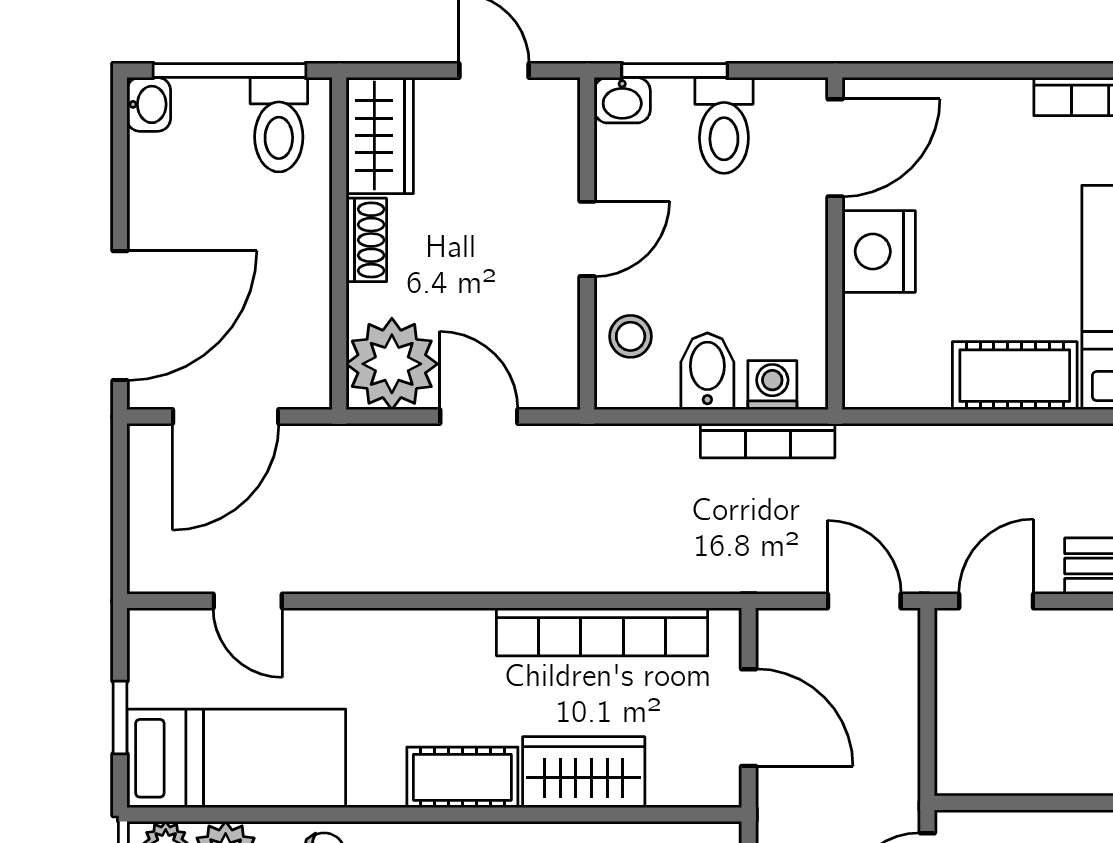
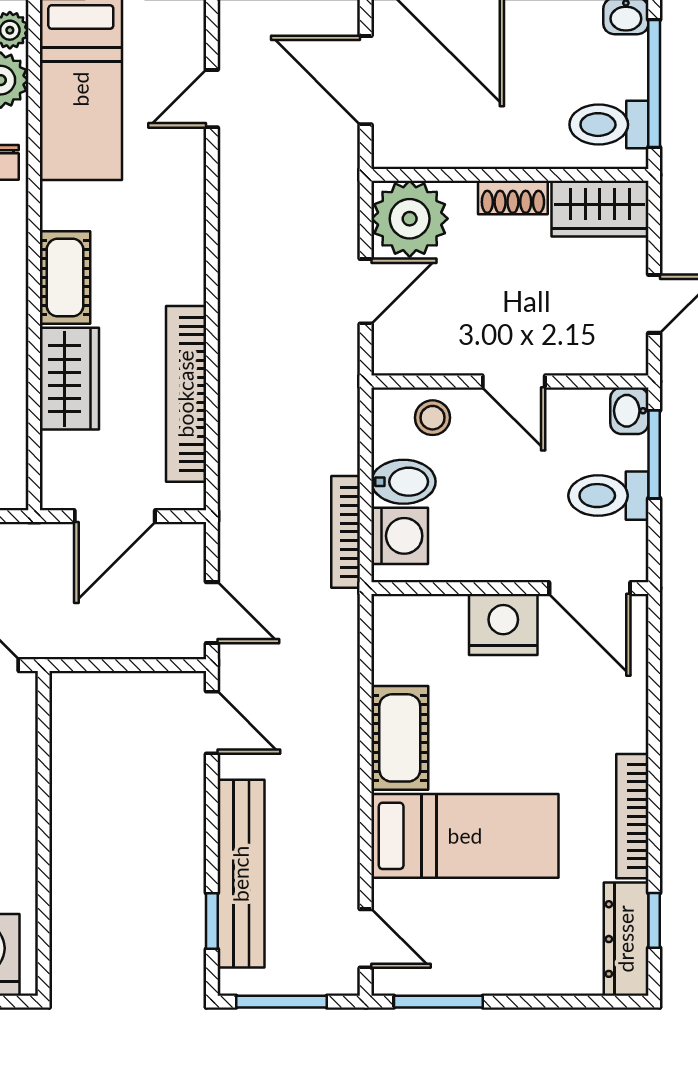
washing machine: (772, 385) -> (400, 536), width x1.38, depth x1.38
door: (864, 601) -> (212, 613), hinge flipped

